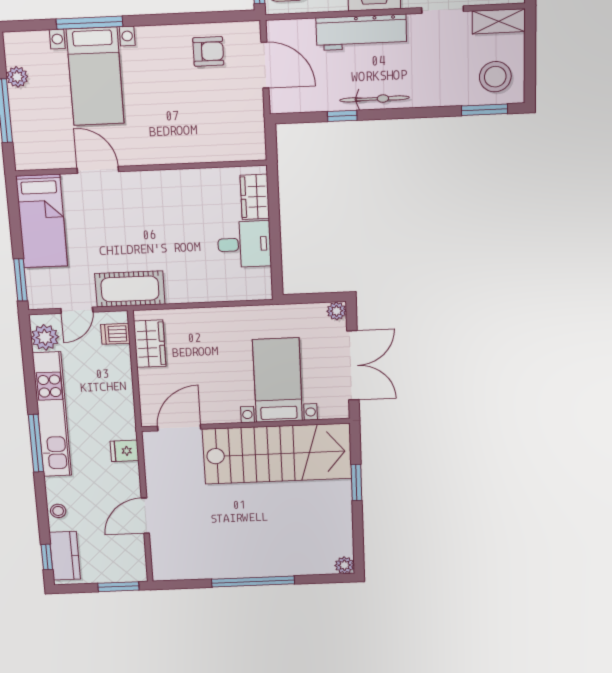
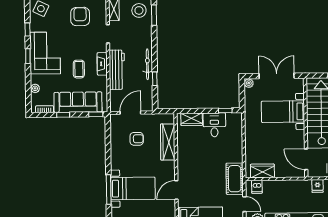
armchair: (208, 51) -> (137, 139), moved, turned 90
wardrobe: (203, 148) -> (168, 142), added
window: (276, 265) -> (225, 110), added

